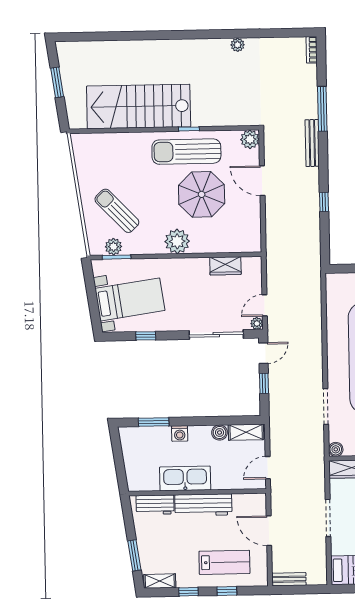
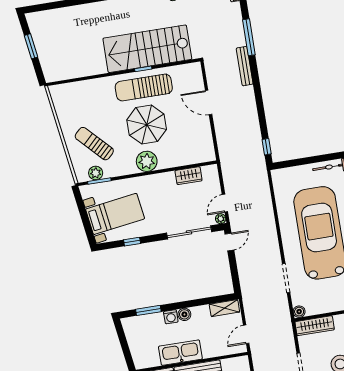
stairs: (139, 106) -> (147, 49), moved
plant: (250, 139) -> (194, 70), removed
parasol: (202, 194) -> (147, 125), moved
window: (324, 202) -> (267, 147), moved
window: (264, 383) -> (233, 266), removed
boiler: (220, 432) -> (184, 314), moved

